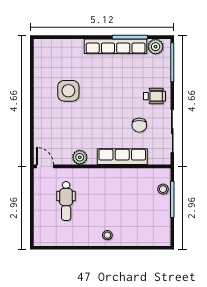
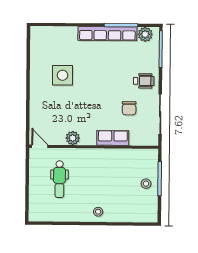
row of seats: (122, 157) -> (113, 138), width x0.68
stool: (163, 189) -> (146, 184), moved

